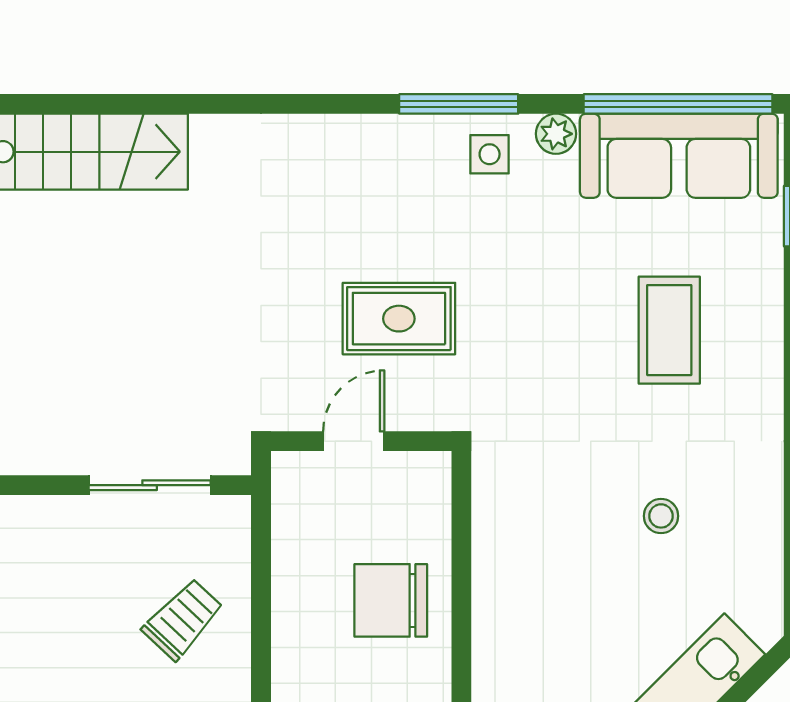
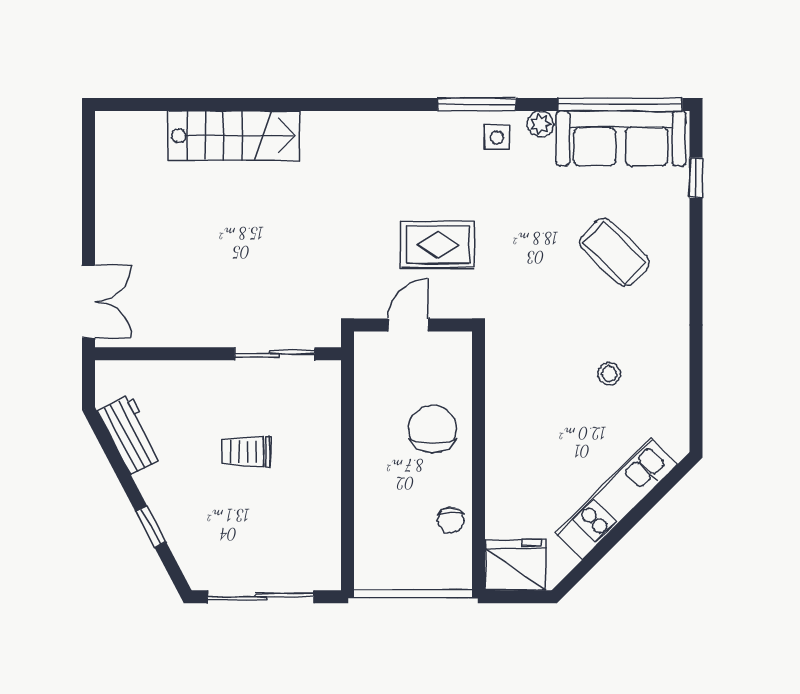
coffee table: (669, 330) -> (615, 252), turned -46
chair: (391, 600) -> (432, 429), turned 90
trolley: (183, 619) -> (246, 452), moved, turned -133

